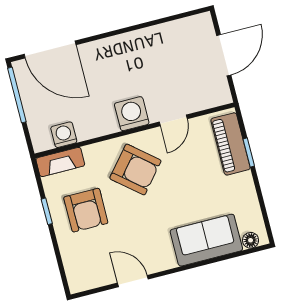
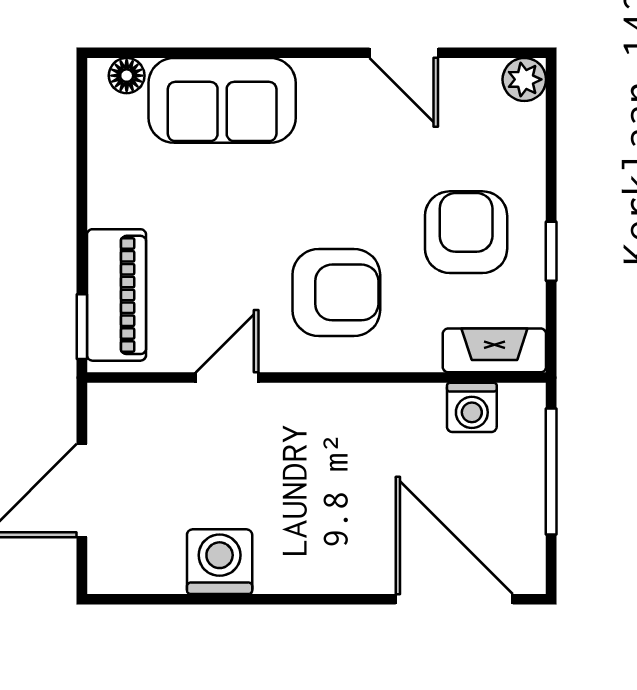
window: (17, 95) -> (551, 472), moved
washing machine: (132, 114) -> (220, 562), moved, turned 180
window: (249, 152) -> (82, 327), moved
armchair: (135, 170) -> (336, 292), turned 140
plant: (78, 283) -> (524, 79), added

